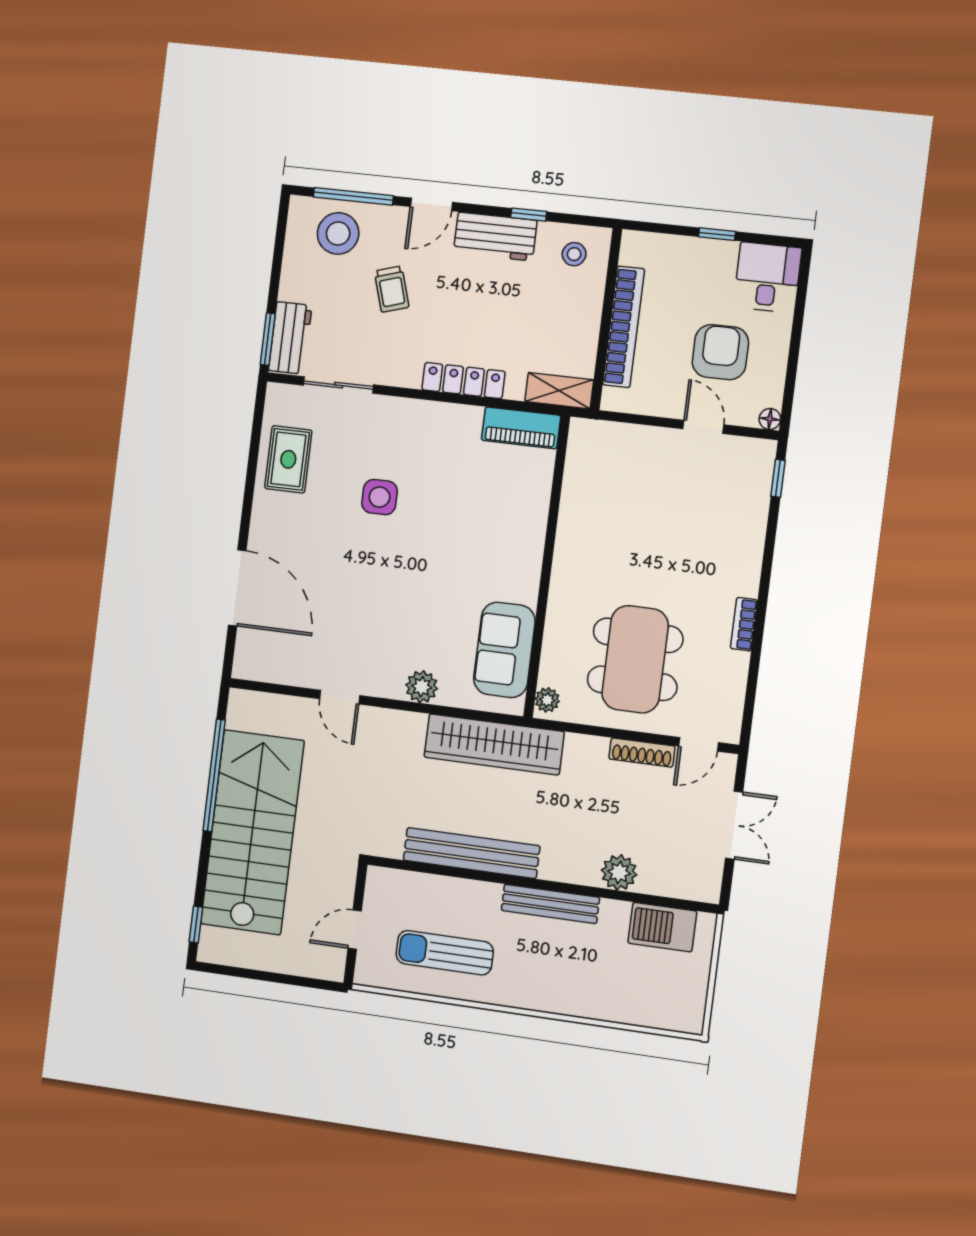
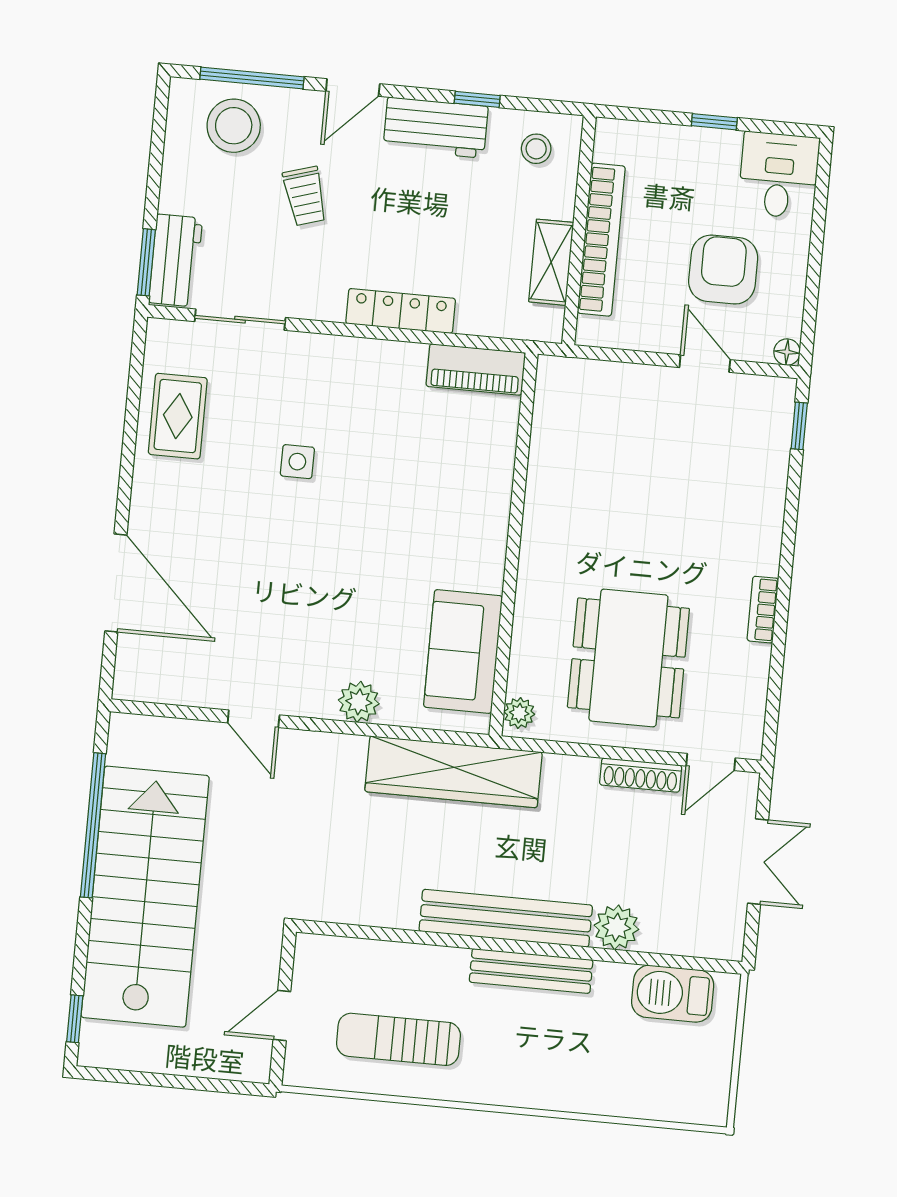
shelving: (559, 391) -> (551, 262), moved, turned 90
side table: (380, 497) -> (297, 462), width x0.73, depth x0.73
bench: (471, 853) -> (506, 918), moved

